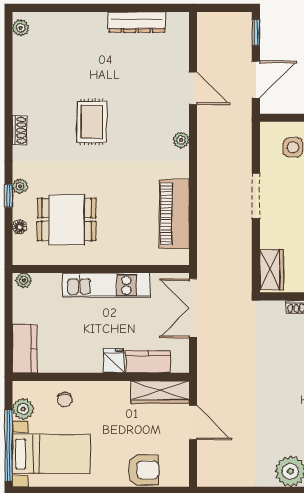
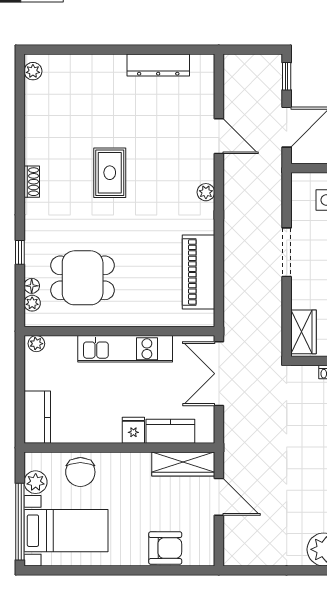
plant: (20, 186) -> (32, 303), moved
chair: (65, 400) -> (80, 472), width x1.87, depth x1.87

